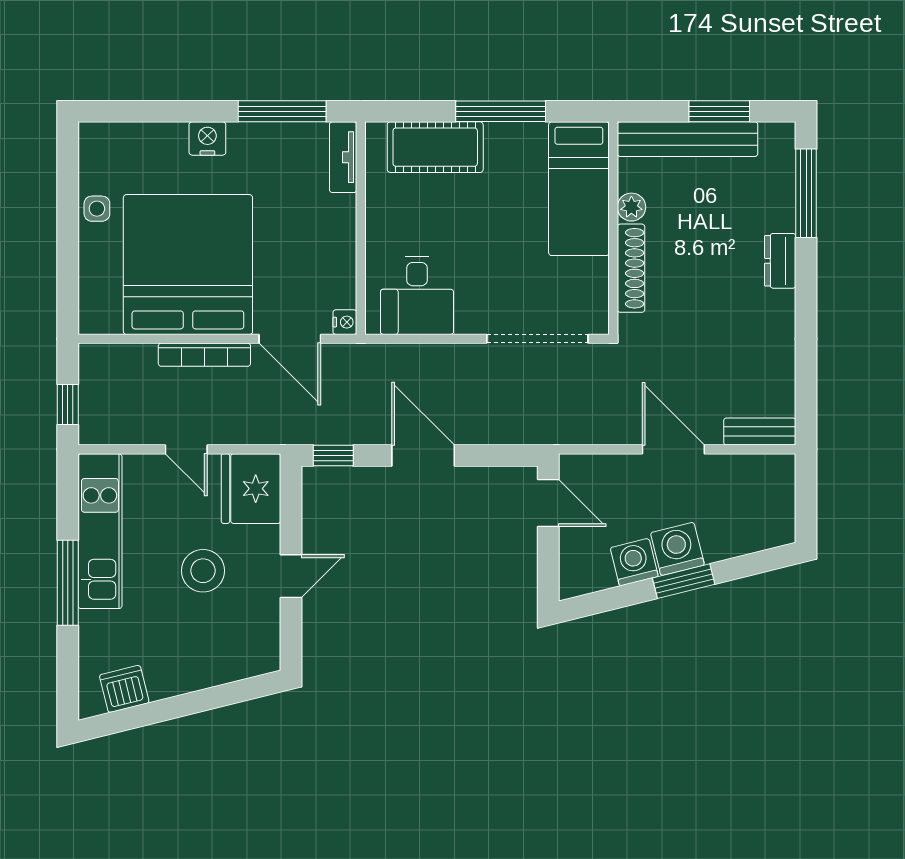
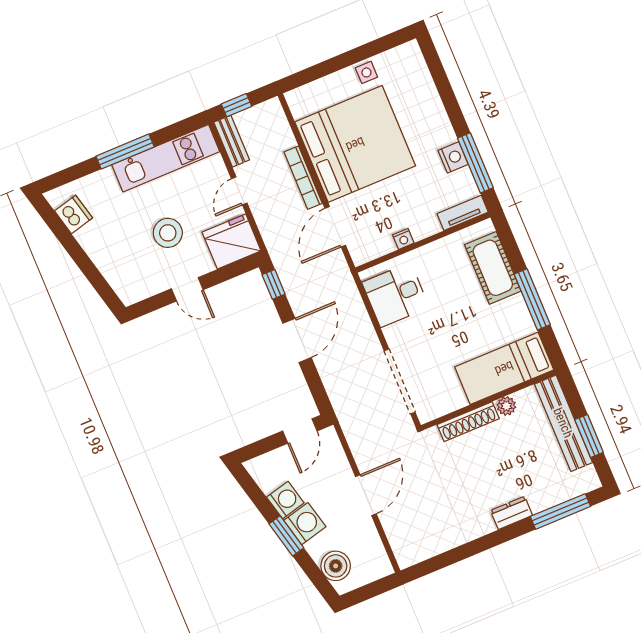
nightstand: (207, 138) -> (453, 157), moved
nightstand: (345, 322) -> (403, 239), moved
bench: (760, 431) -> (232, 141), moved
boiler: (753, 531) -> (336, 566), added

